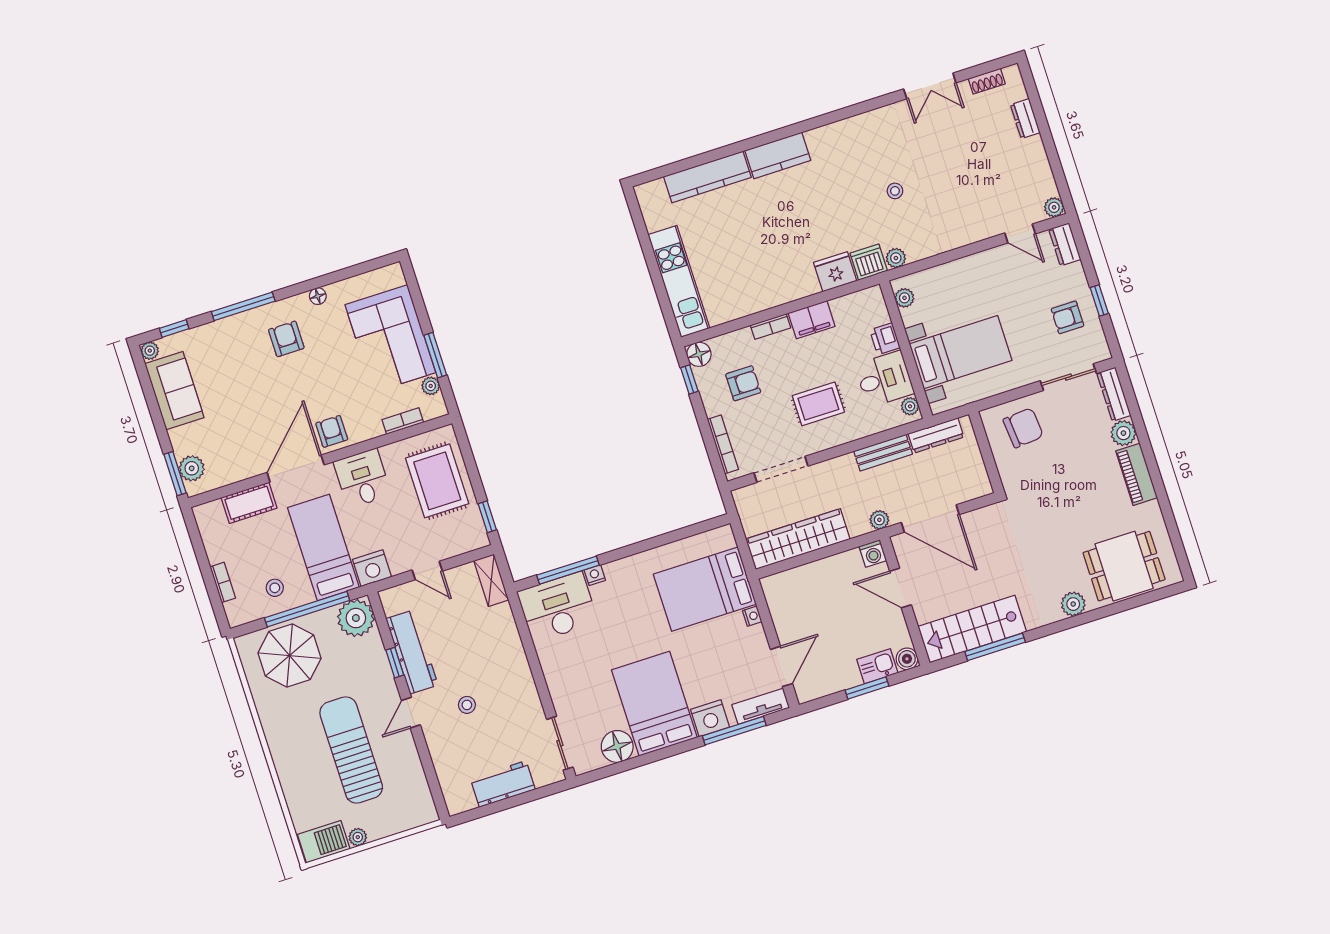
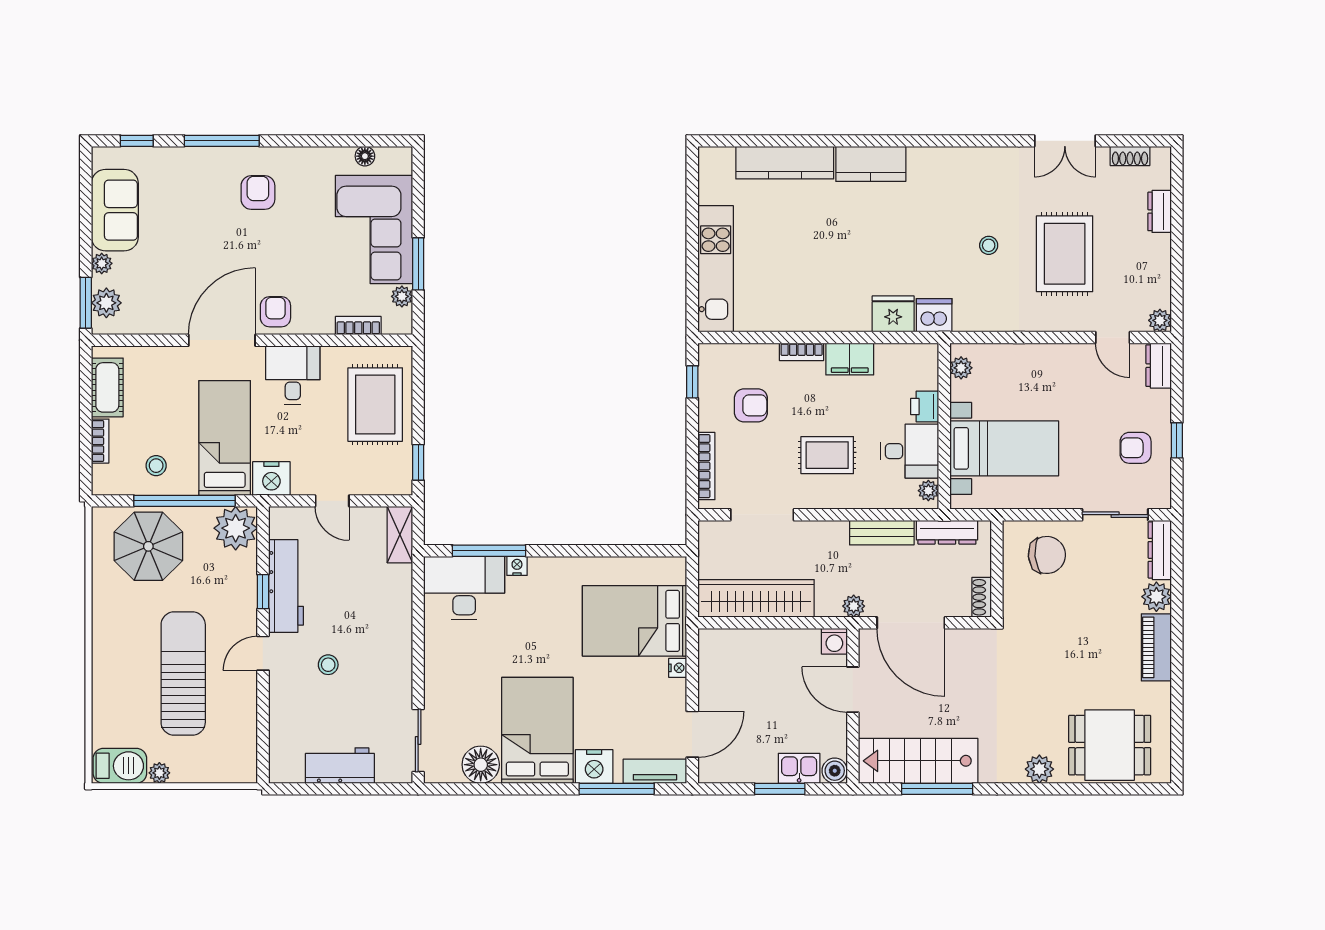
rug: (959, 178) -> (1065, 254), added
plant: (896, 258) -> (966, 320), removed
floor lamp: (318, 296) -> (365, 156), moved
plant: (150, 351) -> (102, 263), moved
floor lamp: (699, 354) -> (712, 357), removed
shoe rack: (981, 479) -> (982, 597), added
cot: (249, 503) -> (107, 387), moved, turned 90

